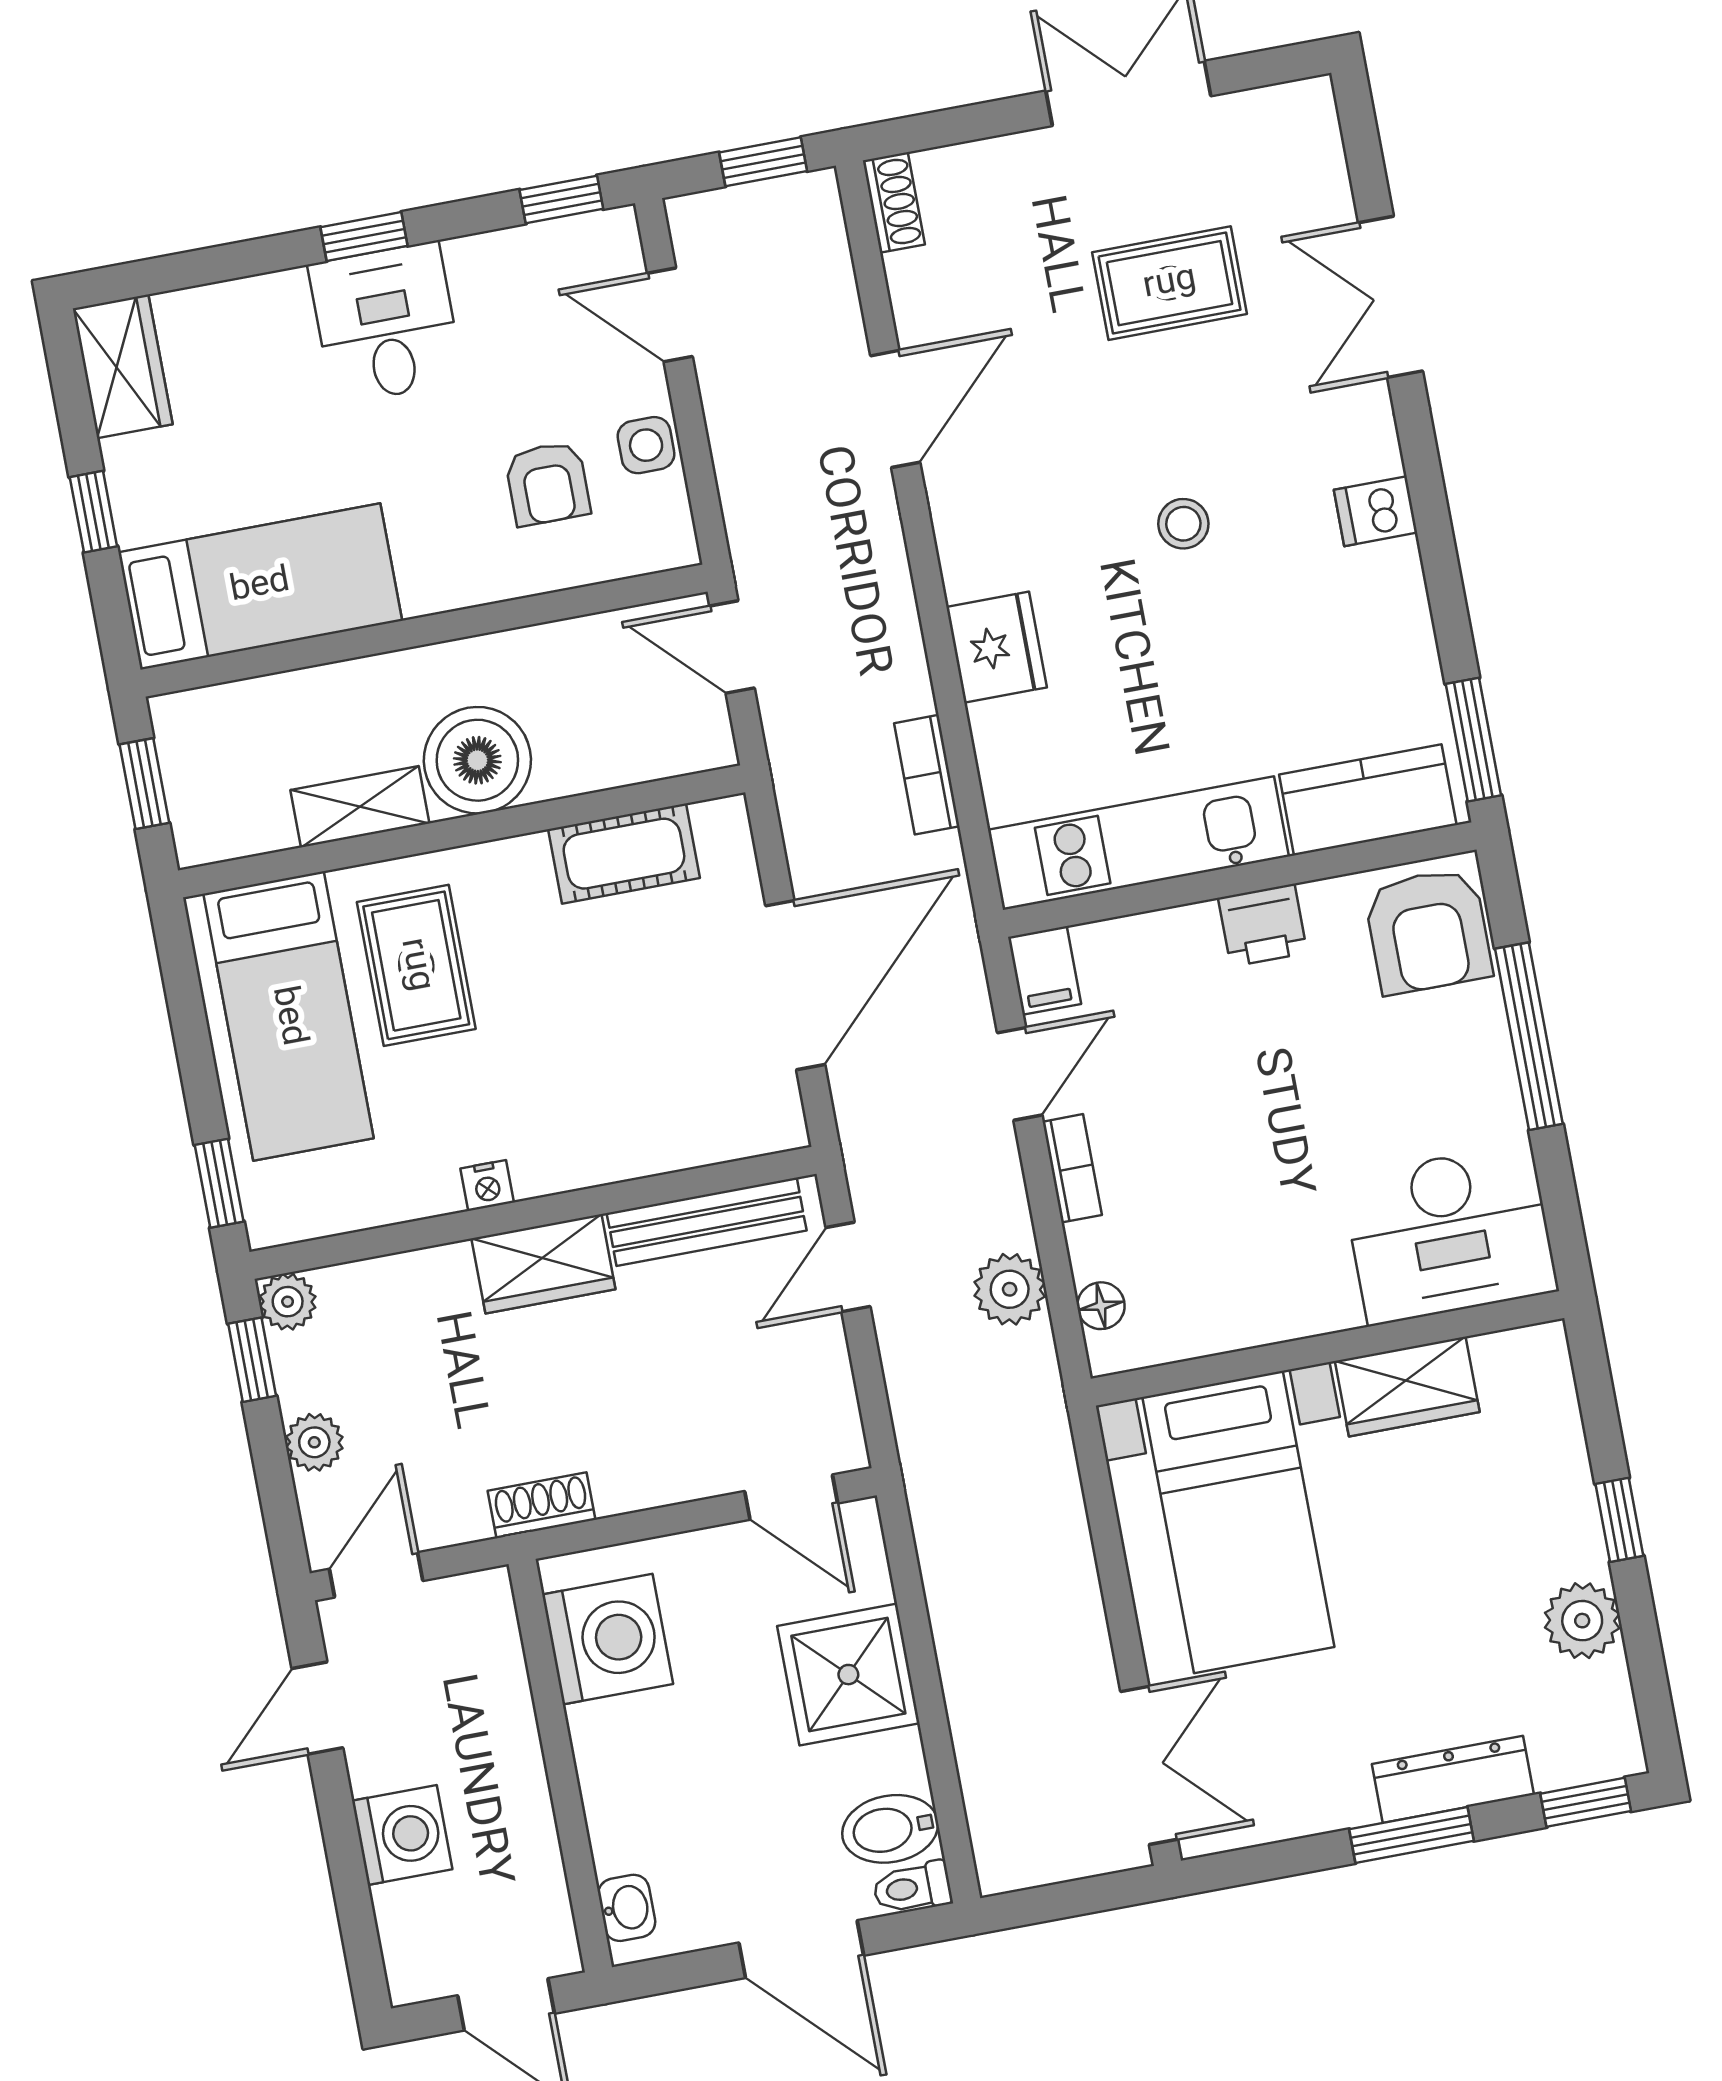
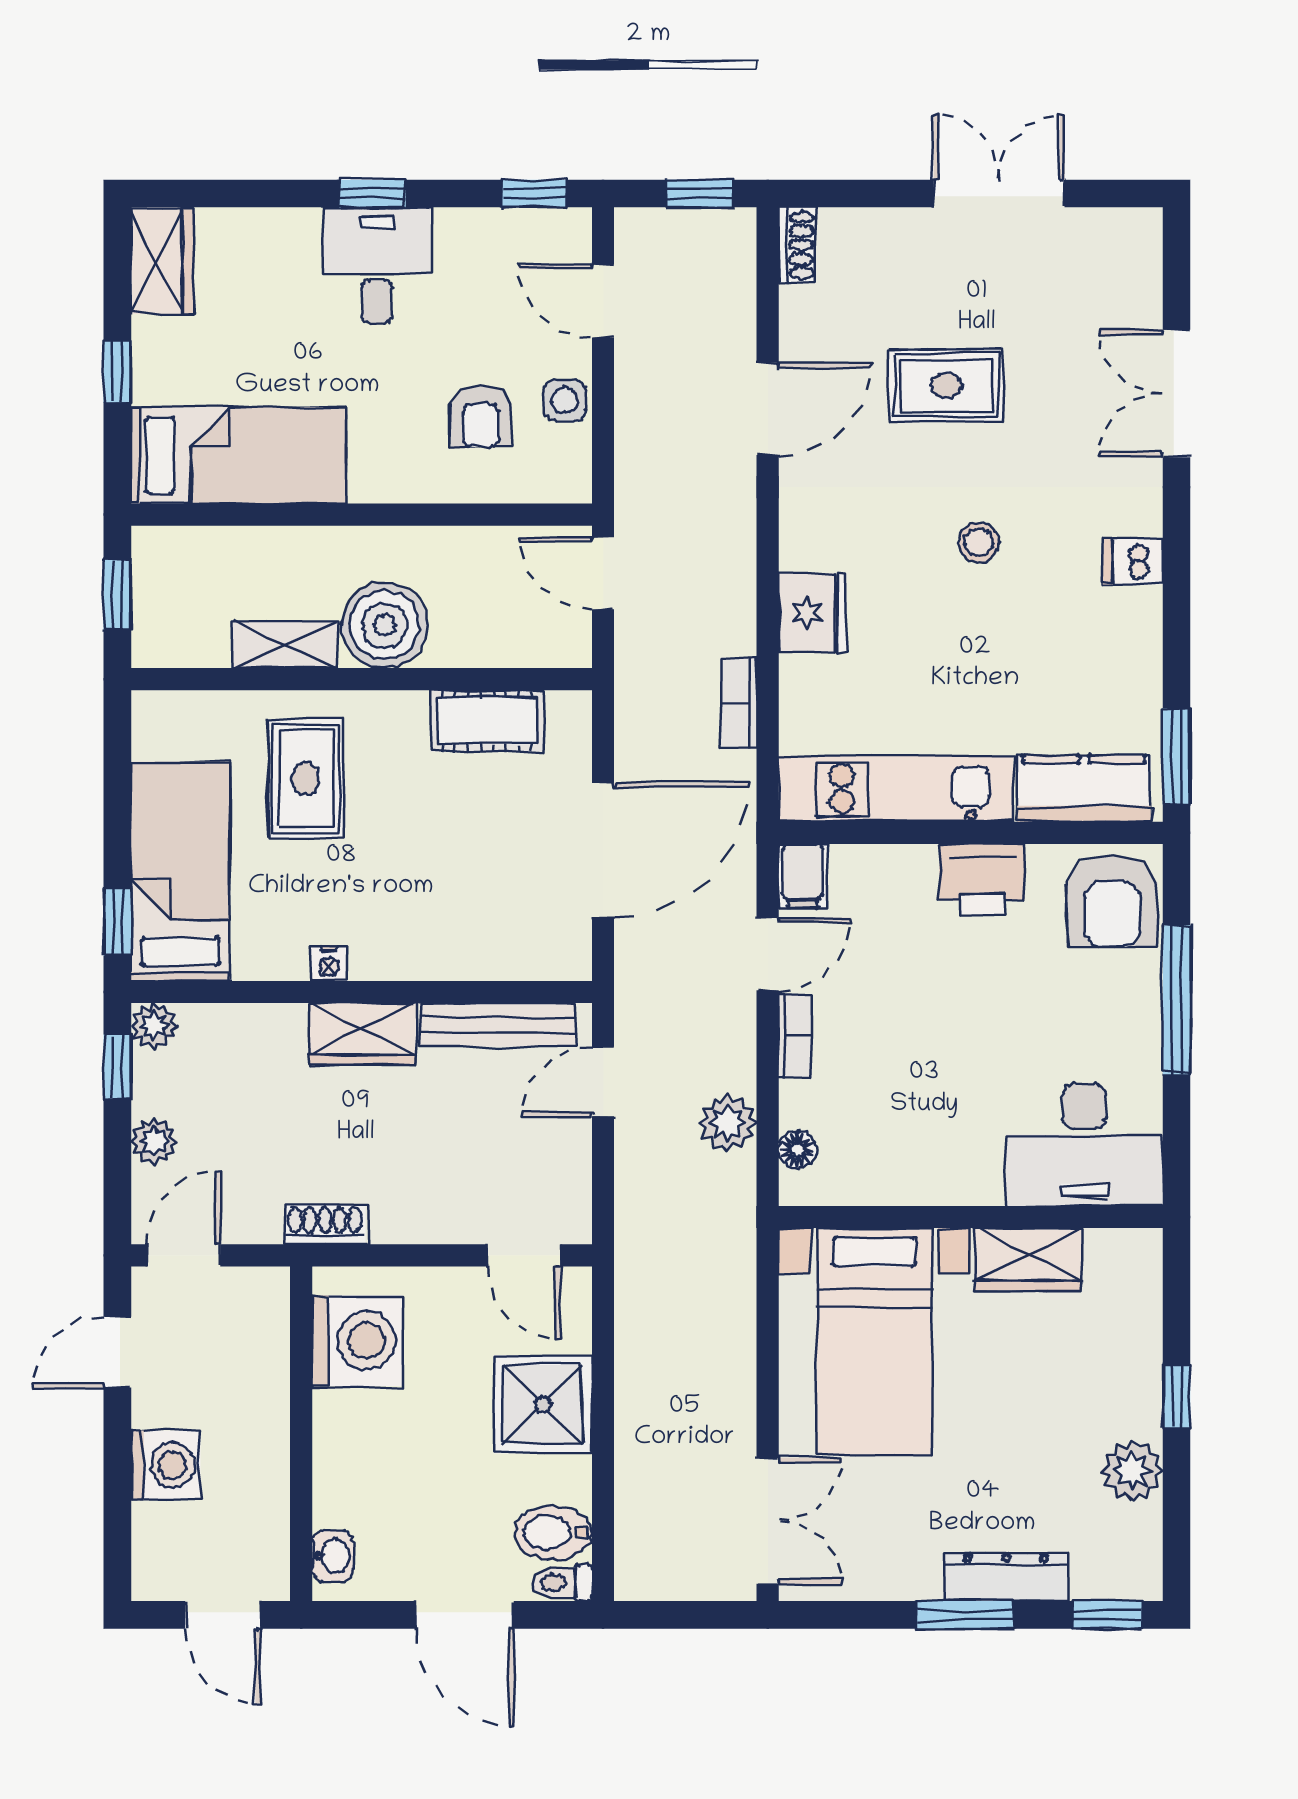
rug: (1170, 283) -> (946, 386), moved
printer: (1263, 925) -> (982, 879), width x1.36, depth x1.24
bed: (288, 1016) -> (180, 871), moved, turned 180

